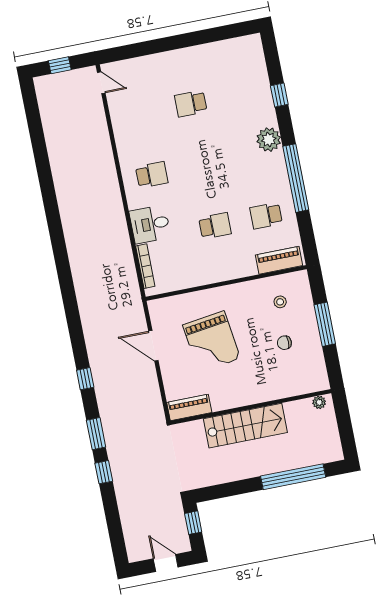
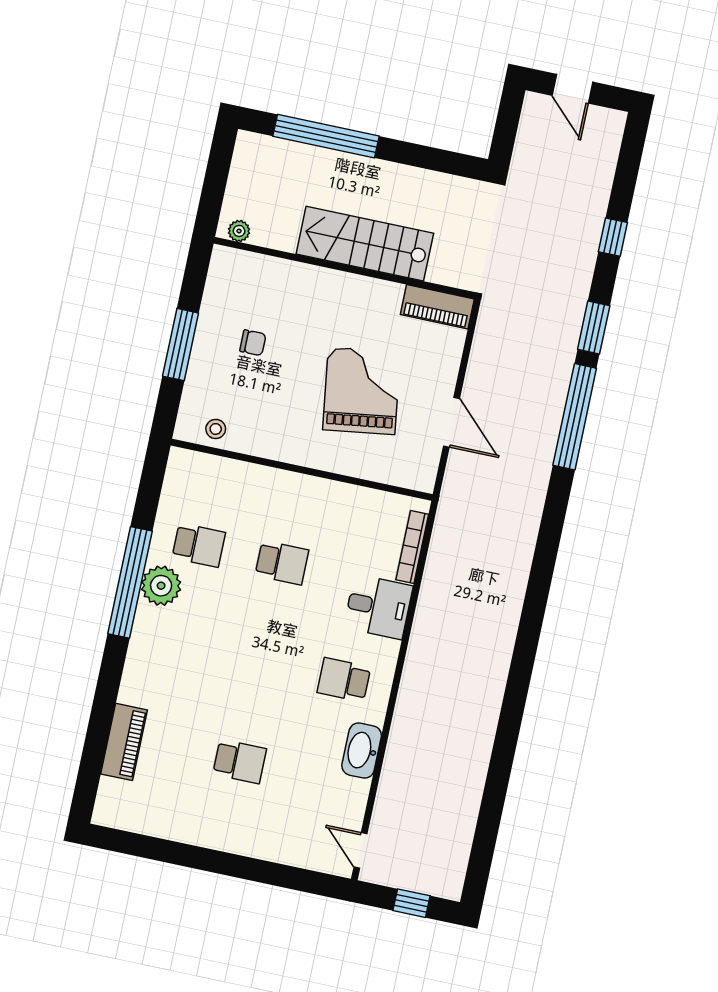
window: (279, 95) -> (101, 717), removed
washbasin: (125, 139) -> (362, 751), added
plant: (269, 140) -> (161, 586), moved
school desk: (215, 226) -> (282, 563), turned 180
piano: (279, 260) -> (124, 742), moved, turned -90
stool: (280, 302) -> (216, 429), moved
window: (85, 379) -> (575, 417), width x3.17
window: (104, 472) -> (613, 237), moved
window: (193, 523) -> (505, 131), removed

